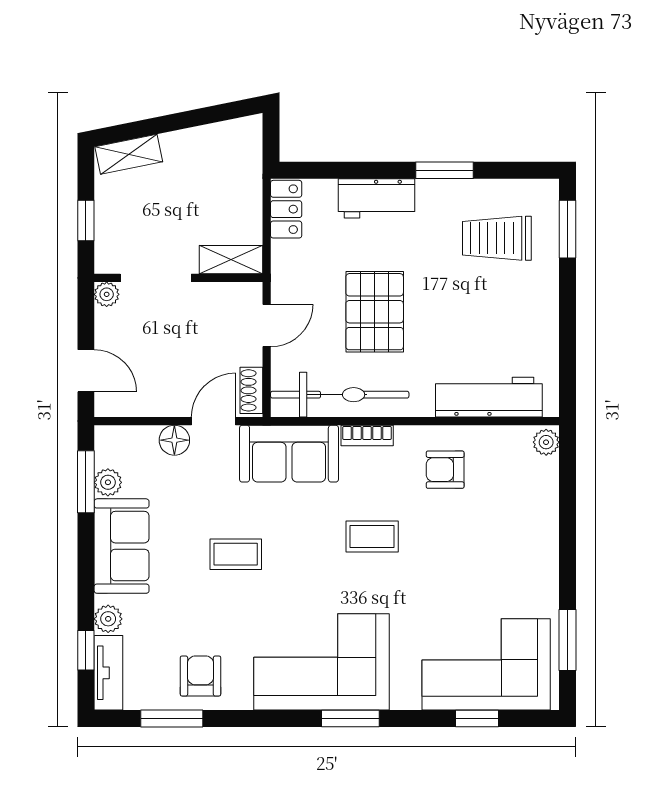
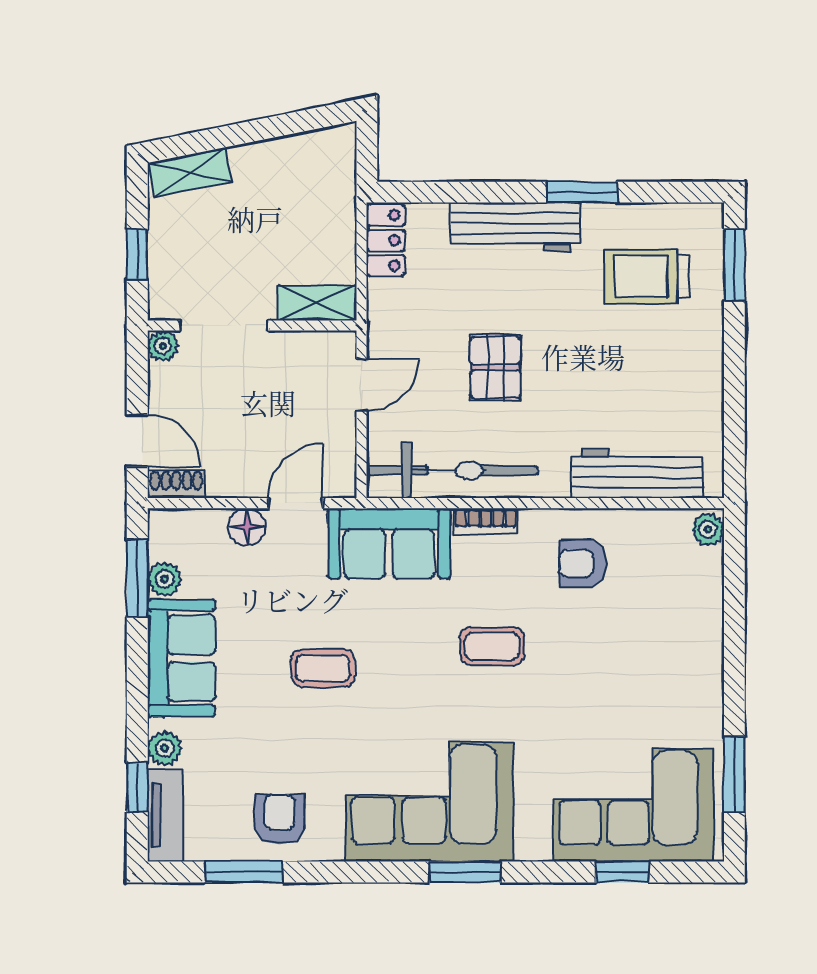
workbench: (376, 198) -> (515, 227), width x1.37
pallet: (375, 312) -> (495, 367), width x0.67, depth x0.71
shoe rack: (251, 390) -> (176, 484), moved, turned 90

